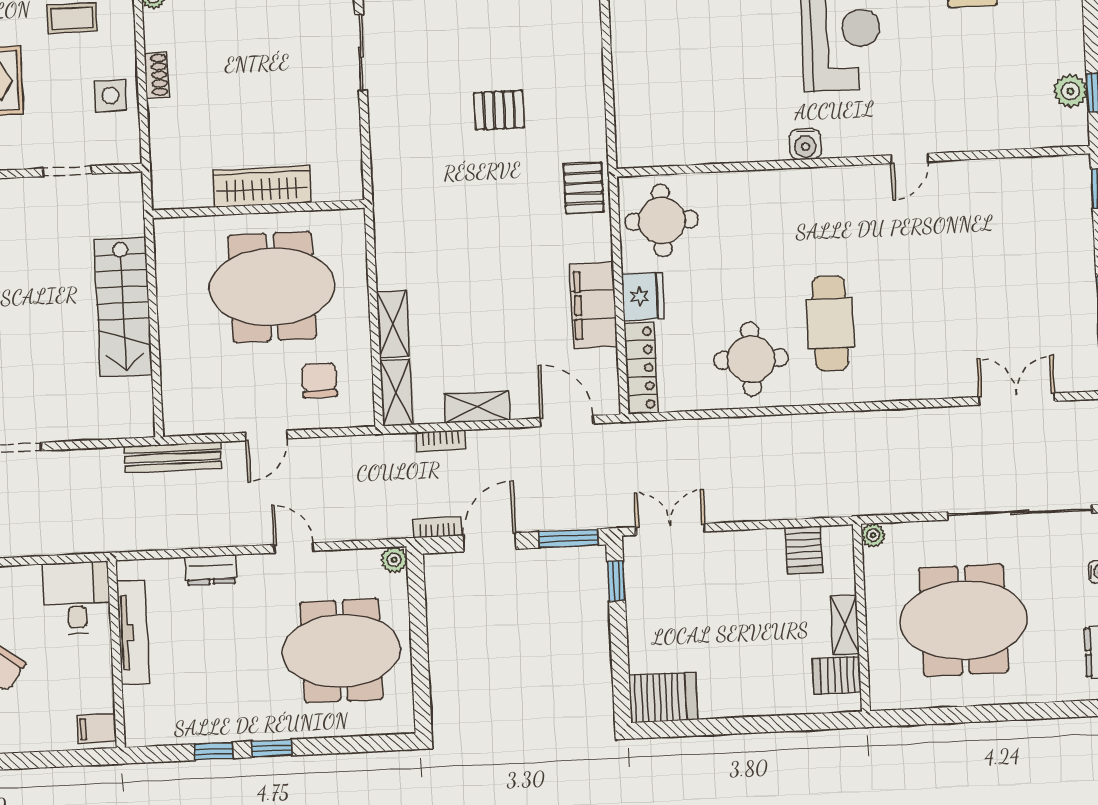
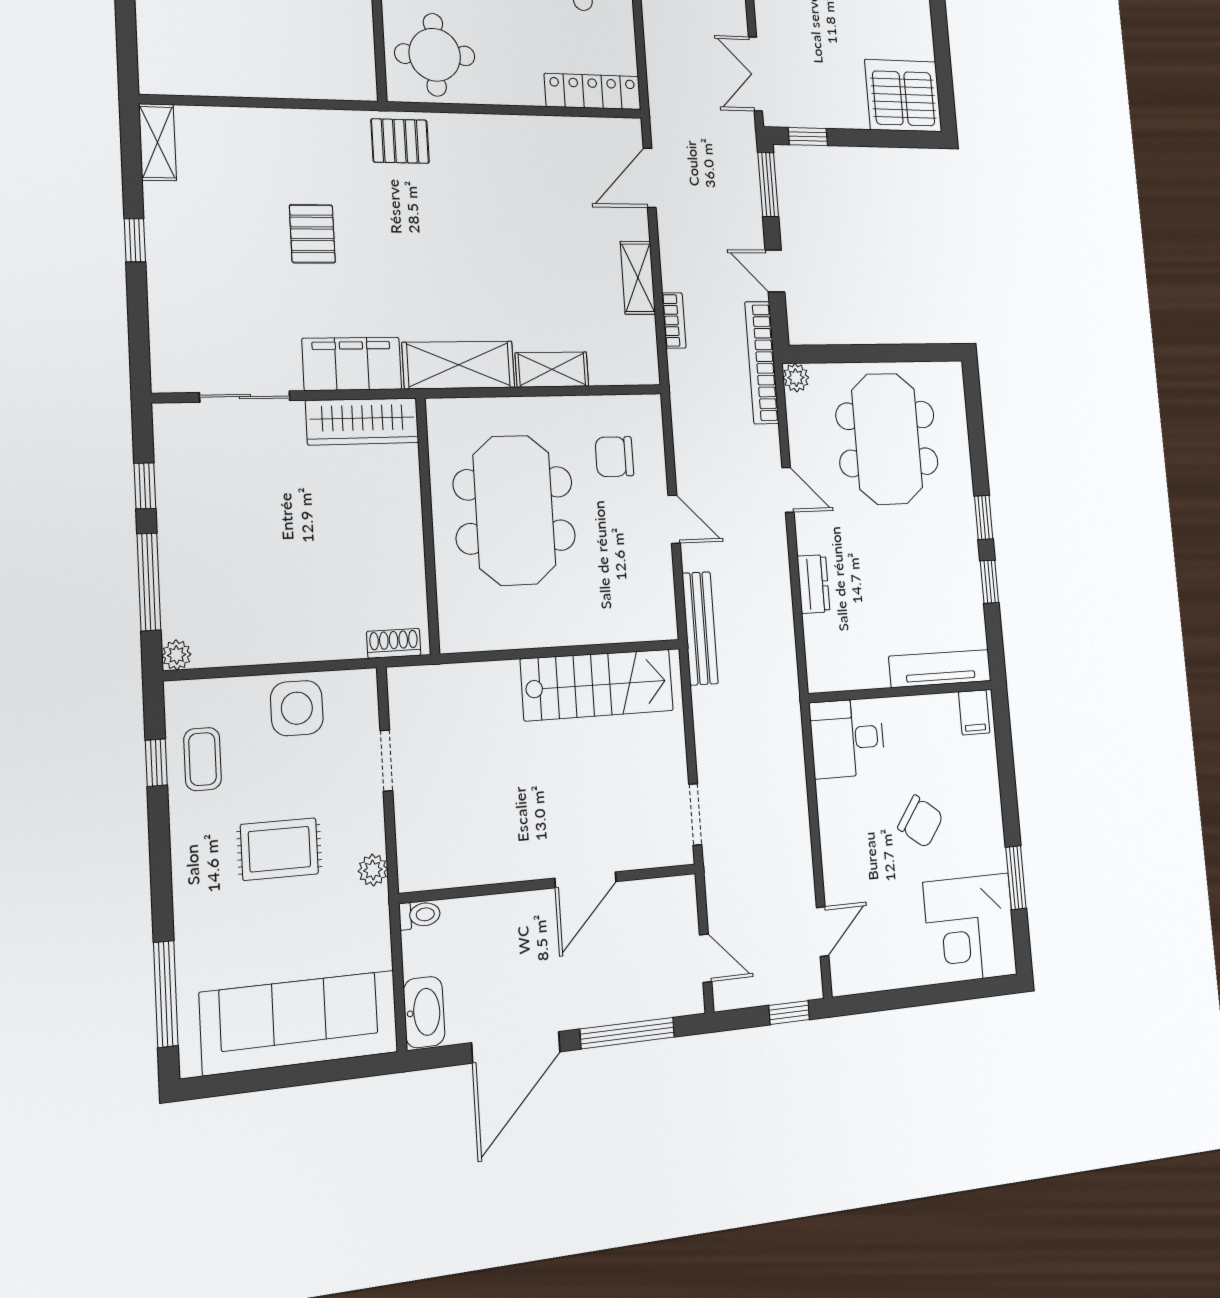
shoe rack: (156, 75) -> (394, 643), moved
side table: (110, 96) -> (297, 708), width x1.37, depth x1.37
wardrobe: (262, 186) -> (362, 421), moved, turned -90
fridge: (643, 296) -> (517, 83), removed
filing cabinet: (593, 305) -> (352, 364), moved, turned 180
stairs: (123, 307) -> (597, 685), moved
shelving: (396, 392) -> (459, 365), moved, width x1.50, depth x1.33
bookcase: (438, 527) -> (762, 363), width x2.31, depth x1.31
door: (490, 542) -> (775, 271), width x0.73
door: (294, 548) -> (788, 490), swing flipped
tv unit: (133, 632) -> (940, 669), moved
server rack: (663, 697) -> (903, 96), width x1.60

